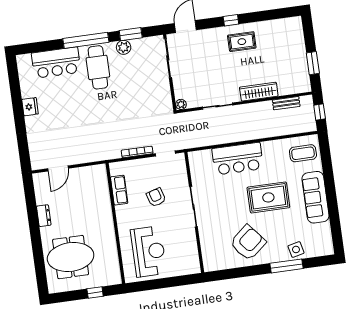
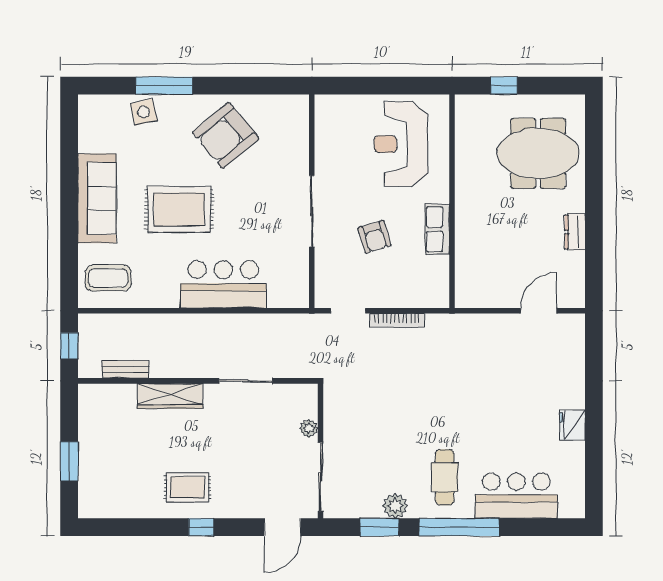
window: (313, 63) -> (69, 461), moved
cafe table: (98, 67) -> (445, 477), width x0.73, depth x0.74
plant: (181, 104) -> (309, 428), moved
row of seats: (119, 190) -> (437, 229), moved

